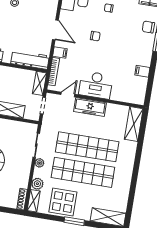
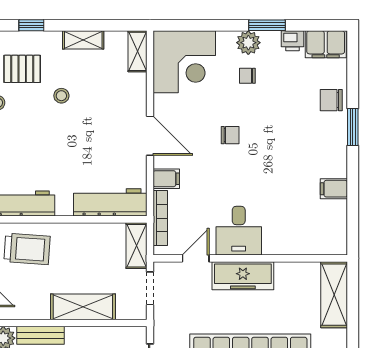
desk: (96, 85) -> (239, 231), width x0.73

